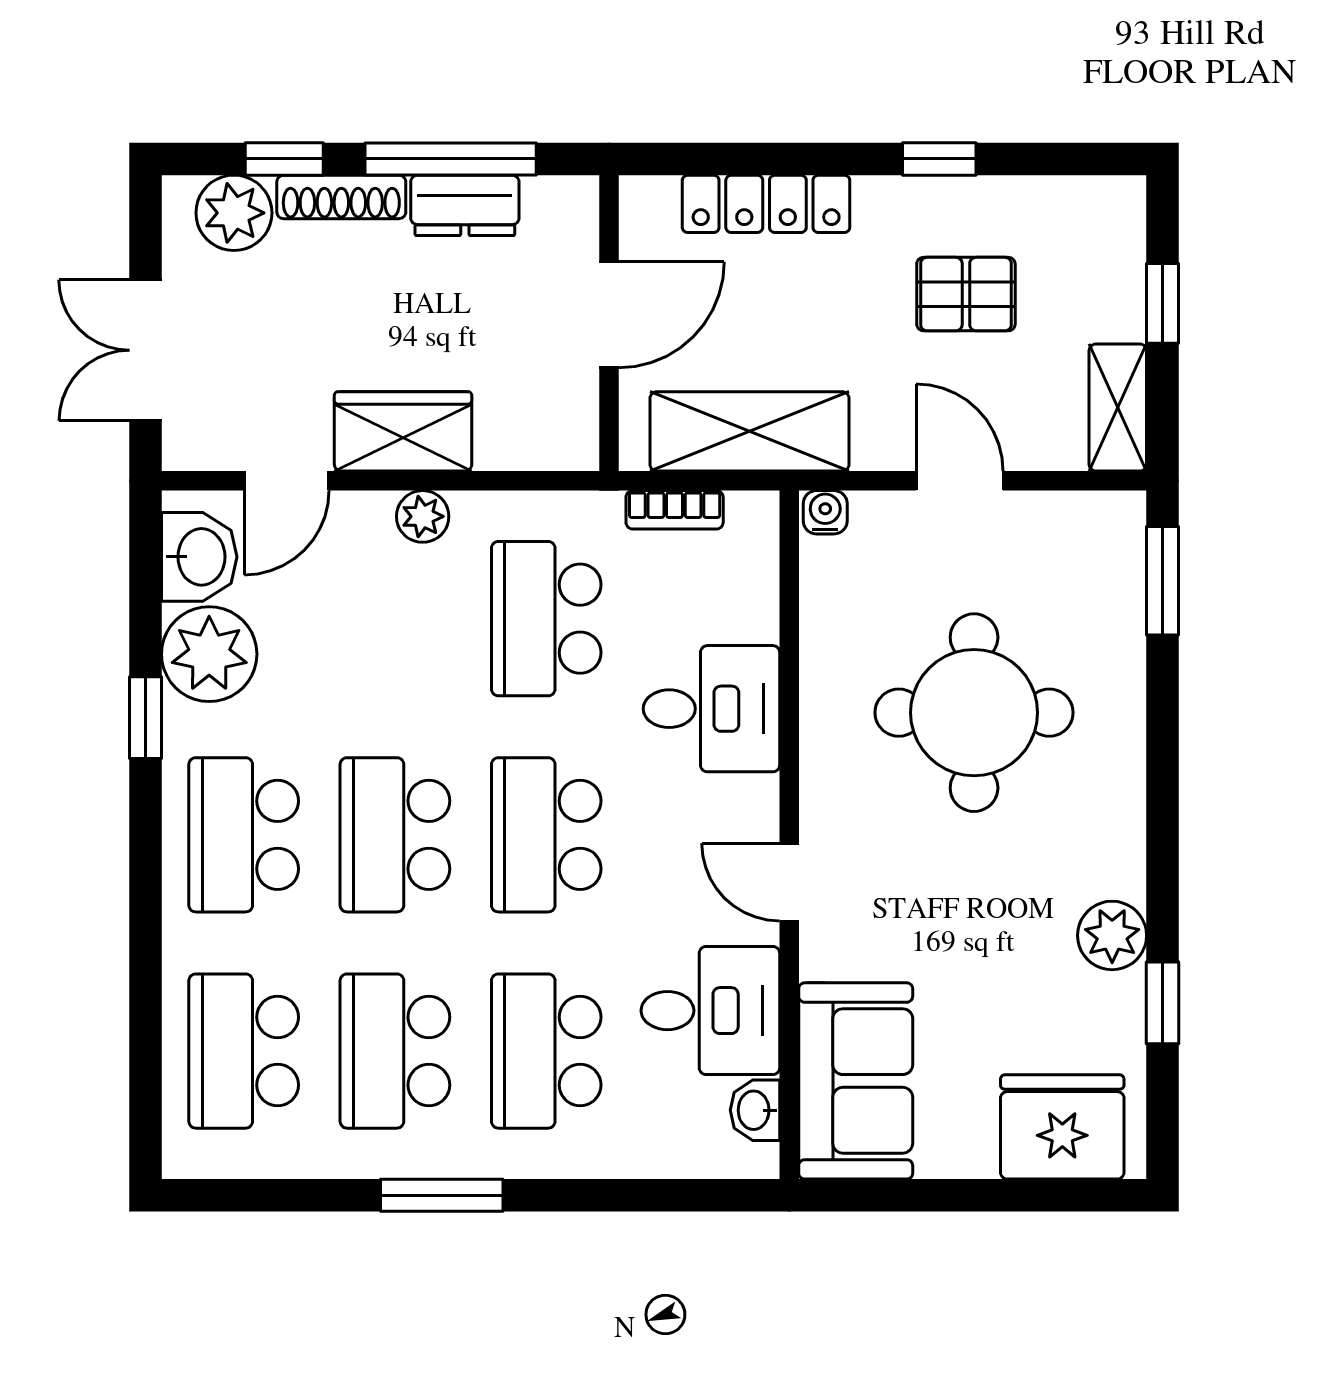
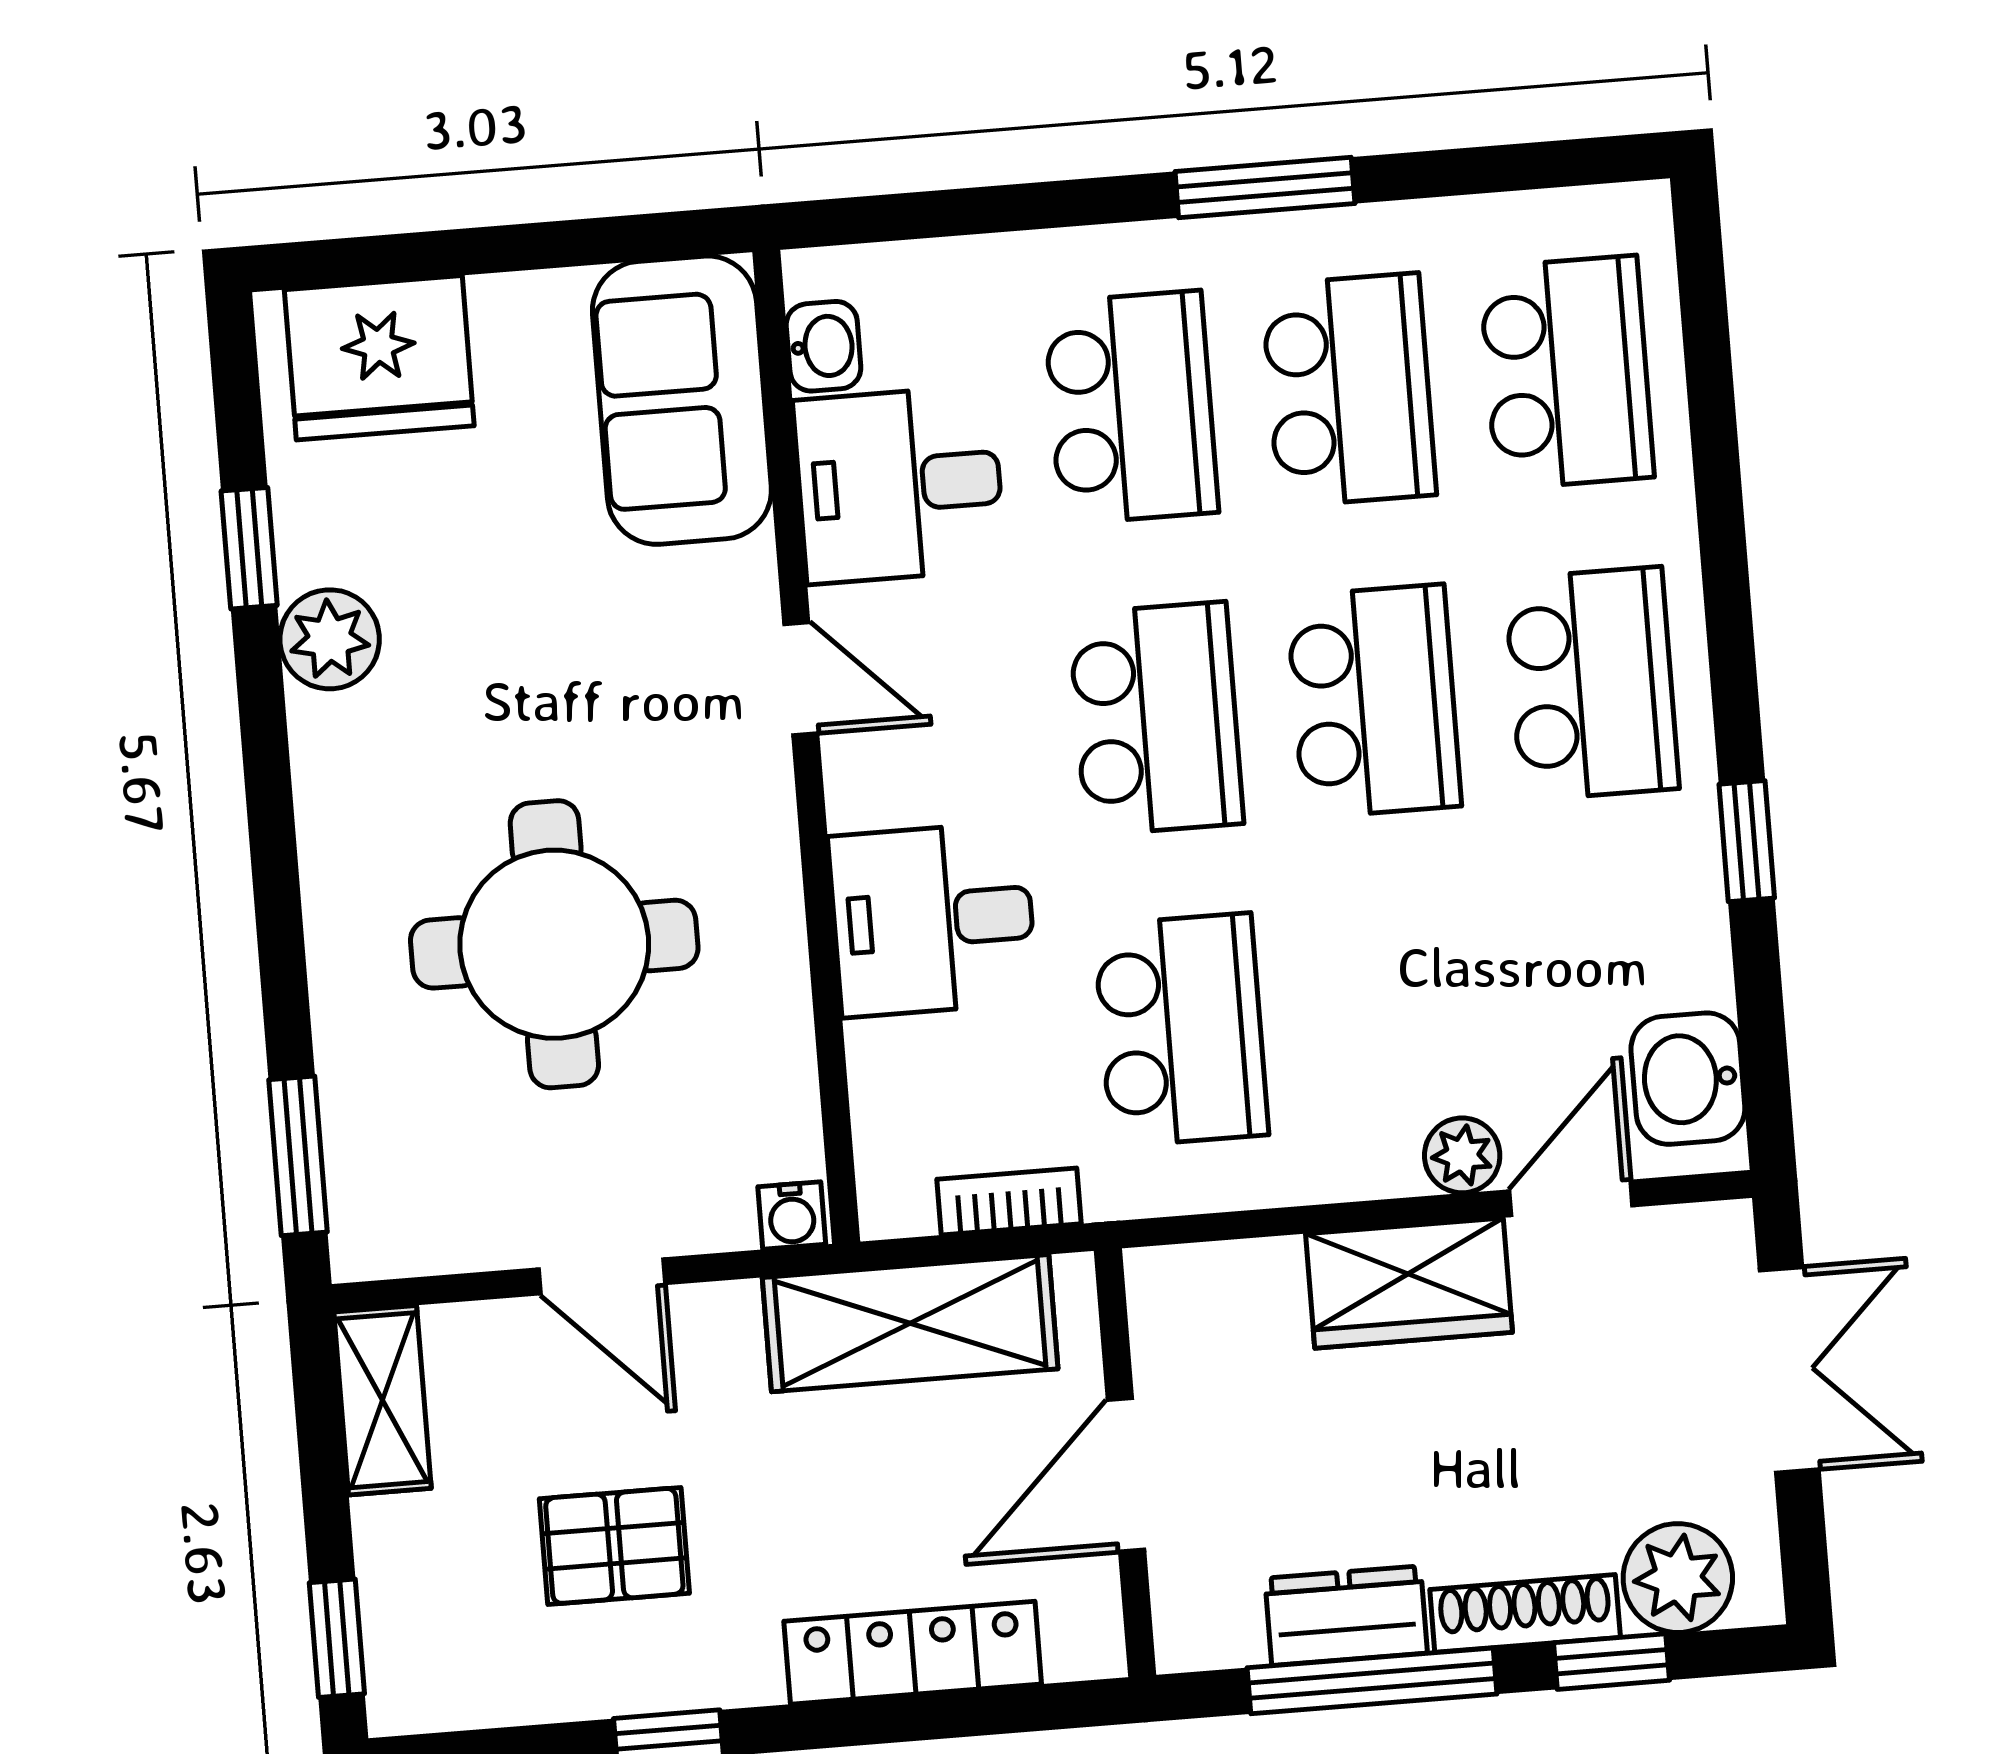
window: (1163, 303) -> (337, 1638), moved
plant: (423, 516) -> (1462, 1155), moved
plant: (209, 654) -> (1662, 940), removed

